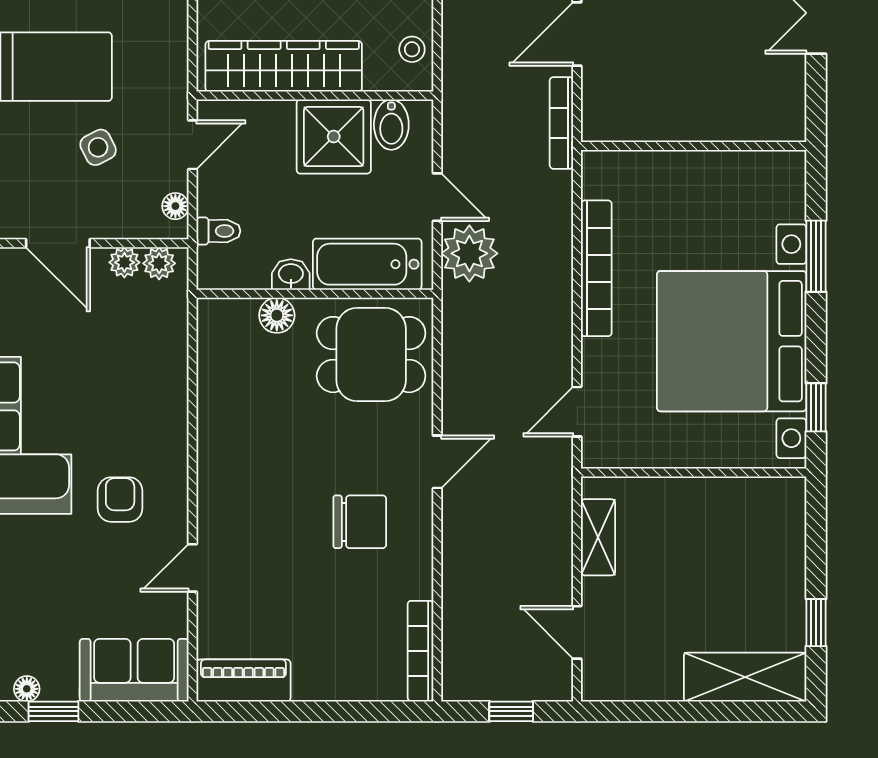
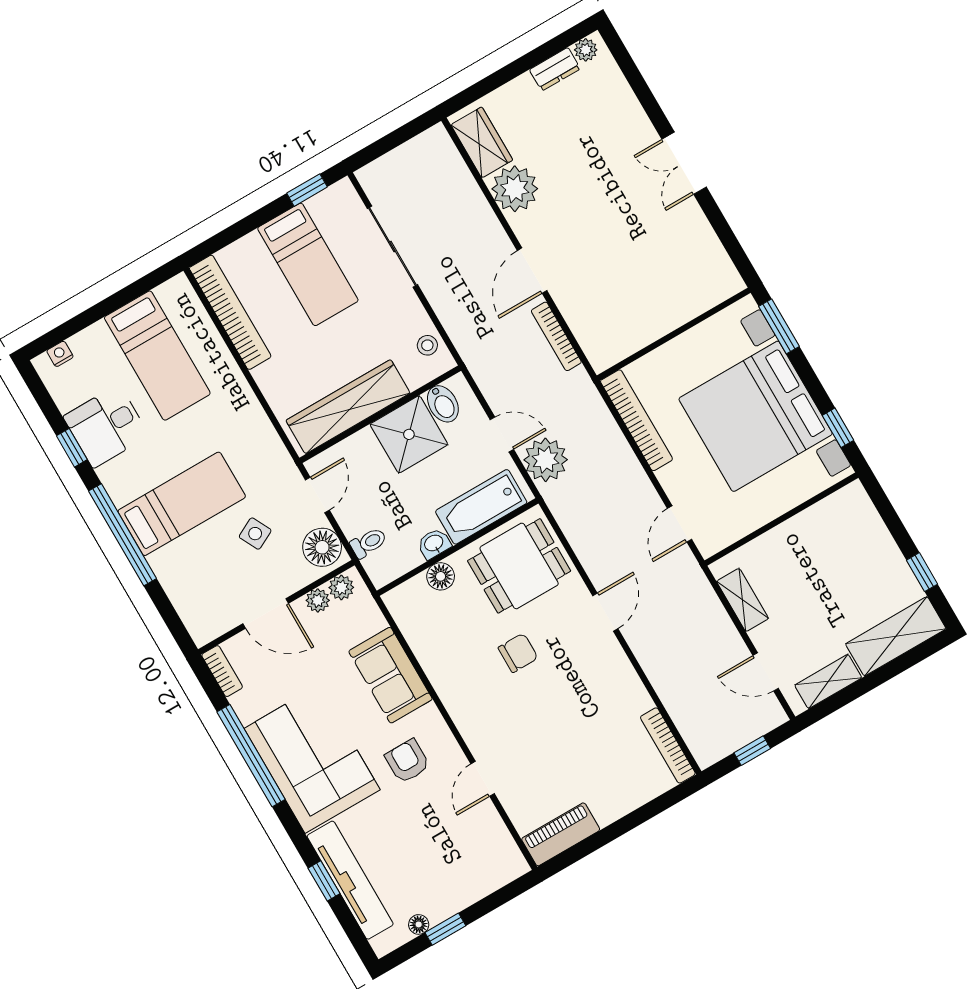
wall: (694, 146) -> (674, 334), moved
floor lamp: (175, 206) -> (322, 547), width x1.89, depth x1.89
chair: (360, 522) -> (518, 653), moved, width x0.73, depth x0.73
sofa: (134, 670) -> (391, 675), moved, turned -90
shelving: (641, 684) -> (828, 681), added

